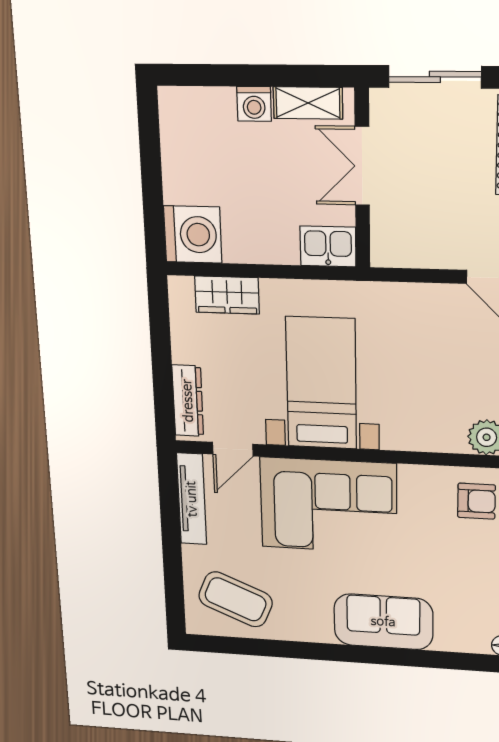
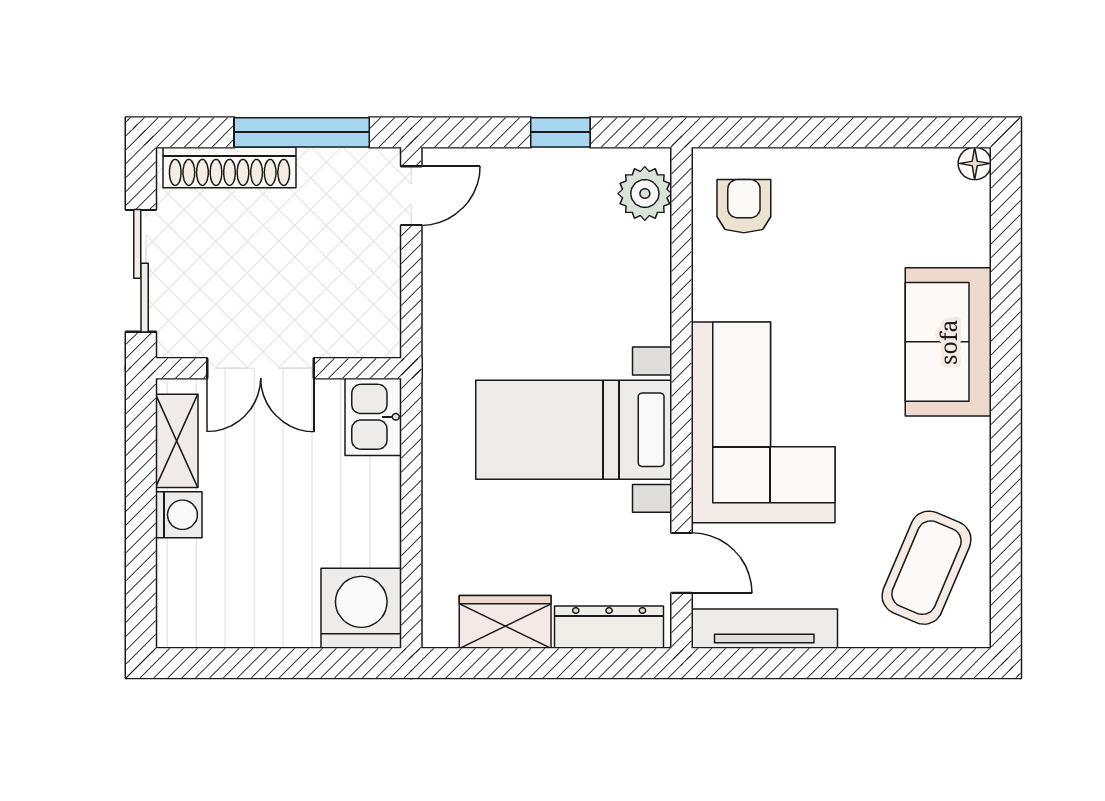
wardrobe: (227, 295) -> (505, 622), moved, turned -90

